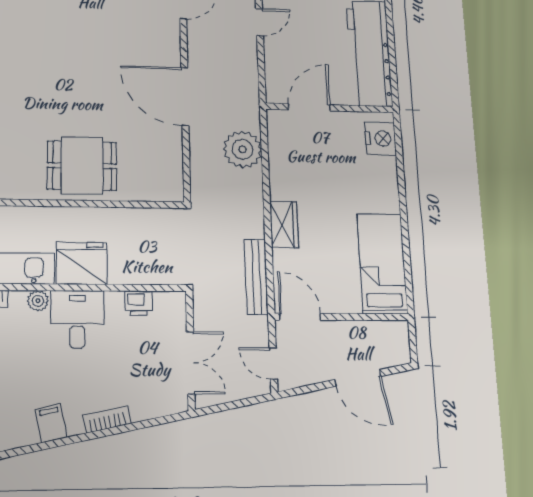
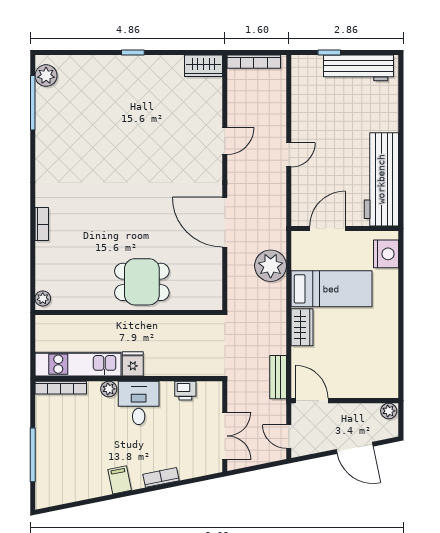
fridge: (82, 263) -> (133, 364), width x0.53, depth x0.75
bed: (382, 264) -> (331, 289), moved, turned 90
bench: (256, 277) -> (278, 377), width x0.73
plant: (397, 330) -> (389, 411), added

